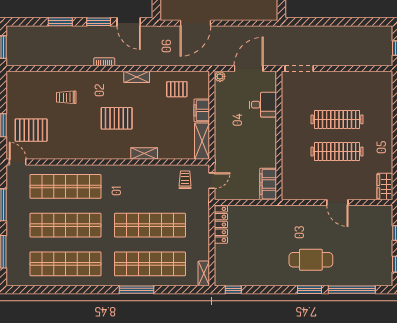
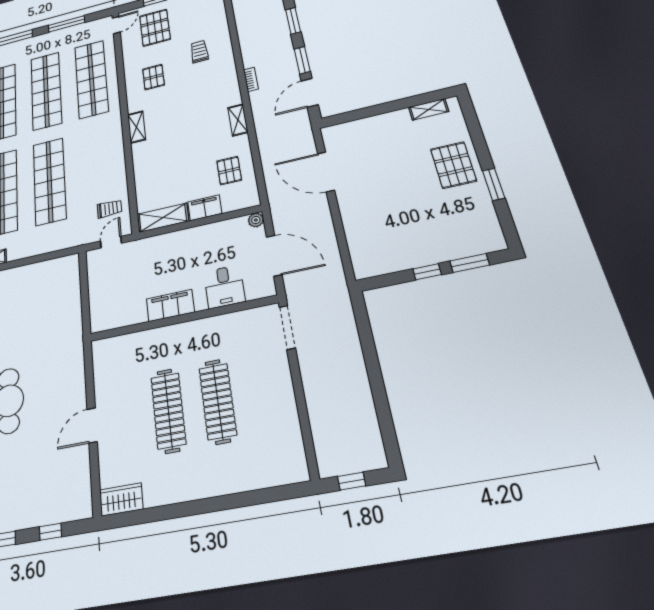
pallet: (117, 118) -> (153, 77), moved, width x0.67, depth x0.71
shelving: (144, 154) -> (137, 127), moved
door: (212, 181) -> (111, 242), swing flipped
filing cabinet: (268, 184) -> (170, 305), moved
locker: (221, 224) -> (54, 267), removed

